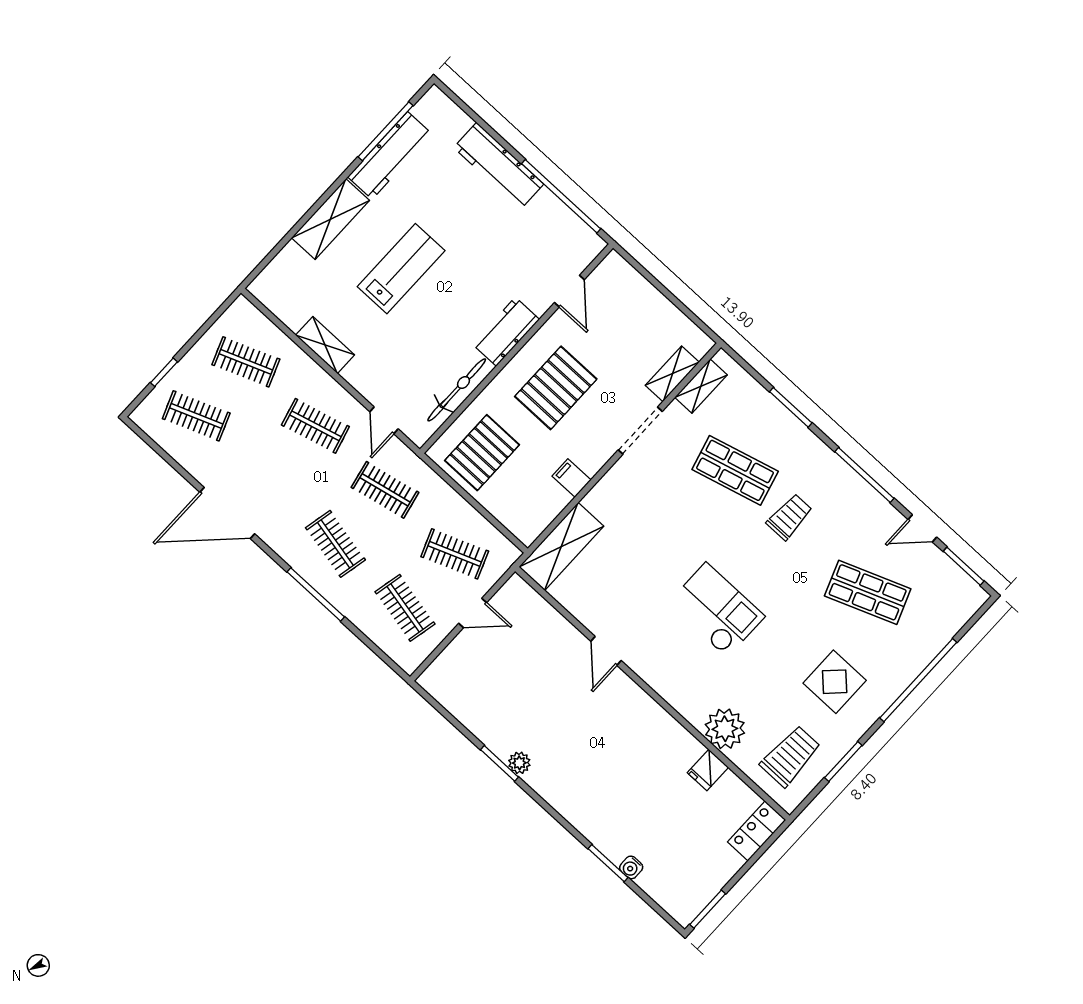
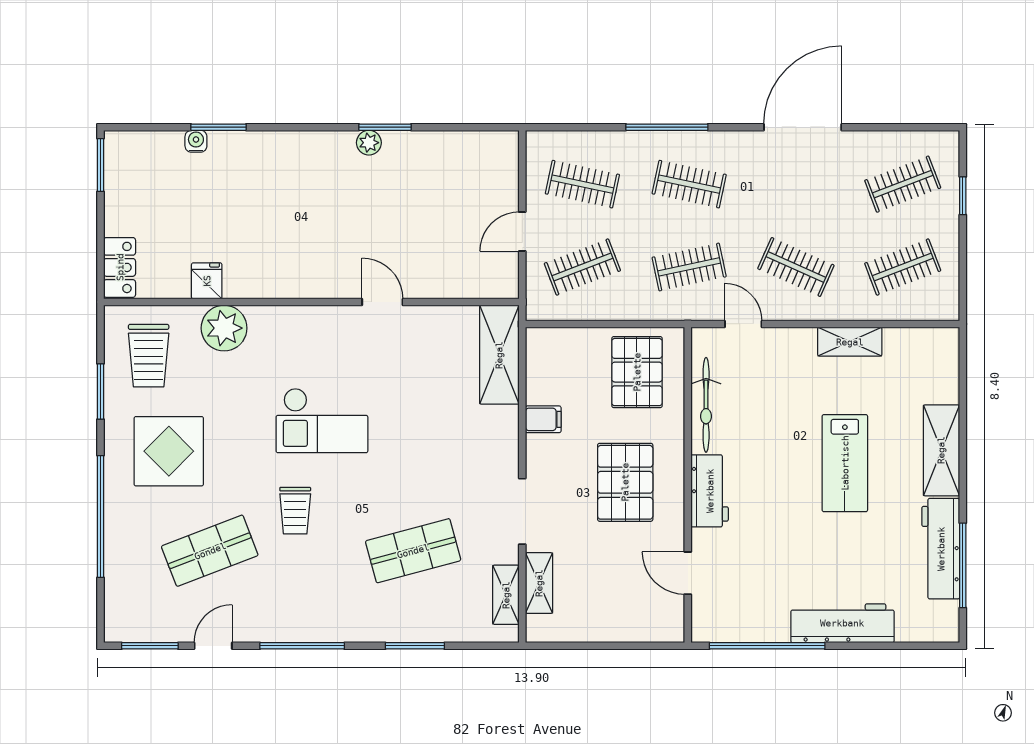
clothes rail: (315, 426) -> (796, 267), turned 39
trolley: (789, 517) -> (295, 511), moved
display table: (835, 682) -> (169, 451), width x1.36, depth x1.36

